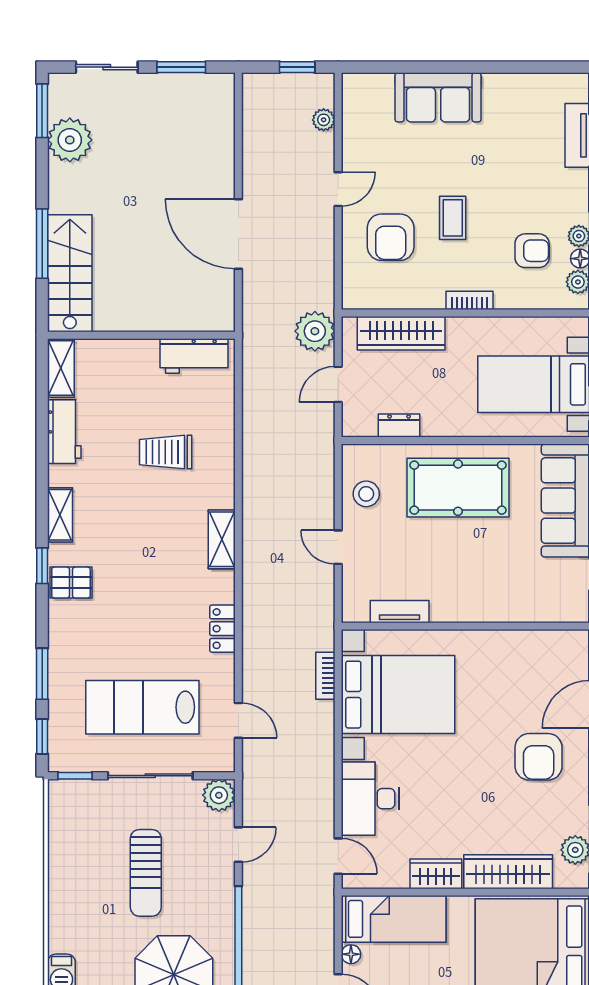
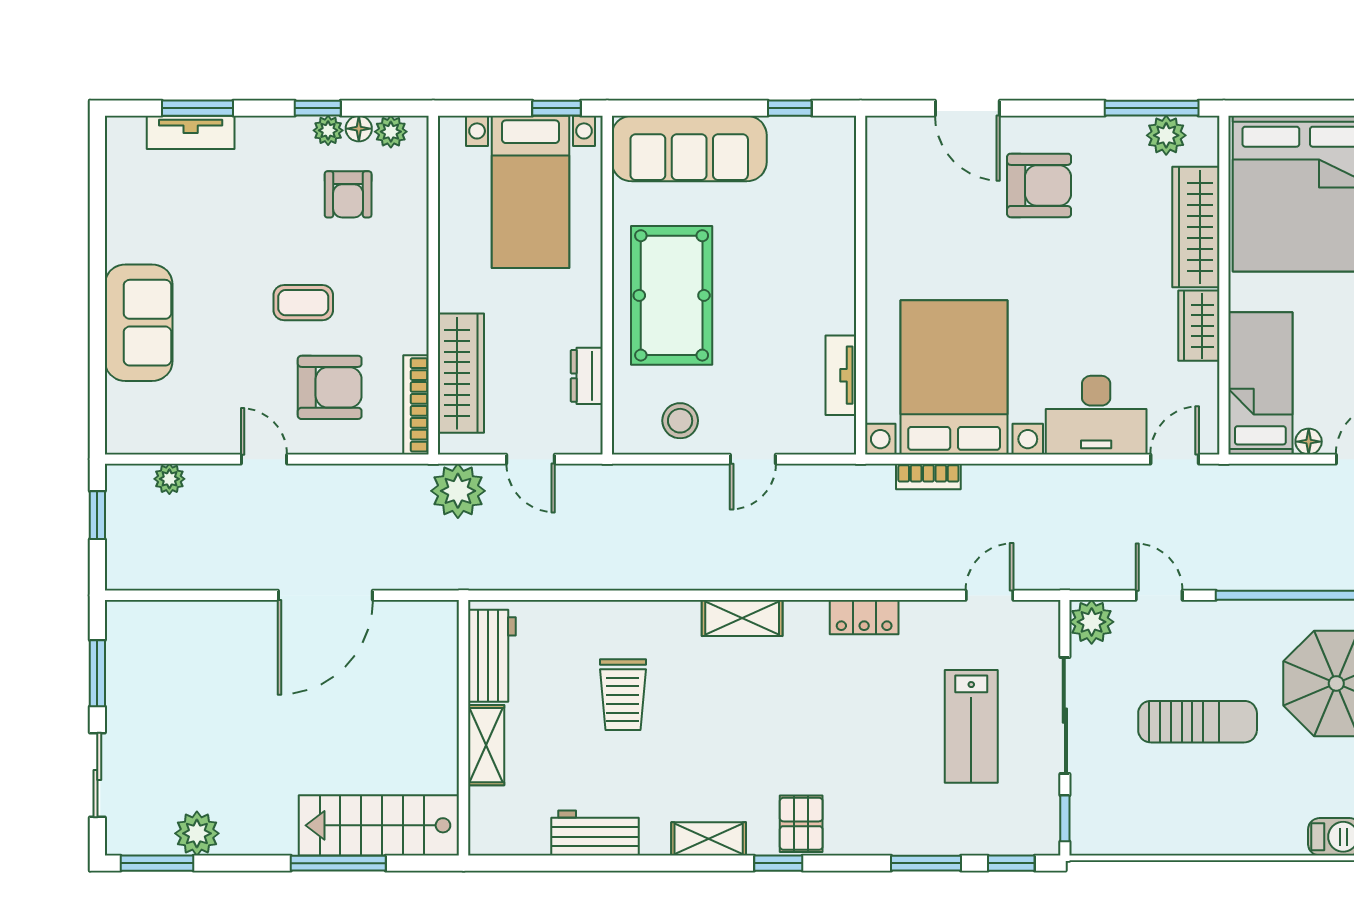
plant: (70, 140) -> (197, 833), width x0.73, depth x0.73
armchair: (532, 251) -> (348, 194), turned 180
bookcase: (469, 300) -> (416, 405), moved, width x1.56
shelving: (61, 368) -> (486, 745), moved, turned 90
lab bench: (142, 707) -> (971, 726), width x0.73, depth x0.72

